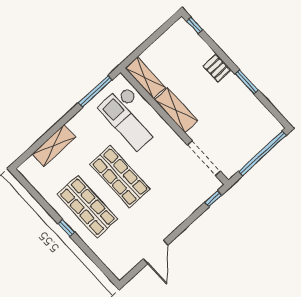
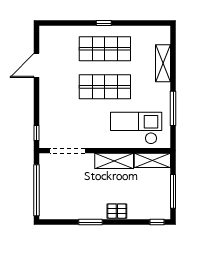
window: (156, 36) -> (173, 191), added
window: (95, 91) -> (173, 108), moved
door: (156, 252) -> (37, 65), hinge flipped

